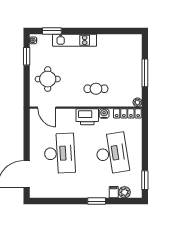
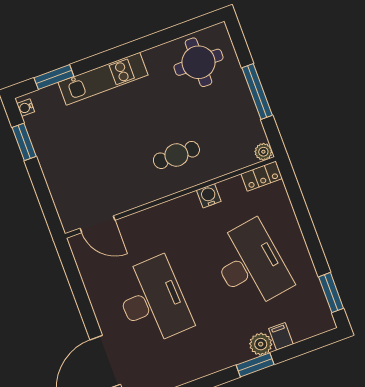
round table: (48, 79) -> (198, 62), moved
locker: (127, 113) -> (262, 176), width x0.66
printer: (87, 117) -> (179, 213), removed
plant: (125, 192) -> (261, 344), moved

